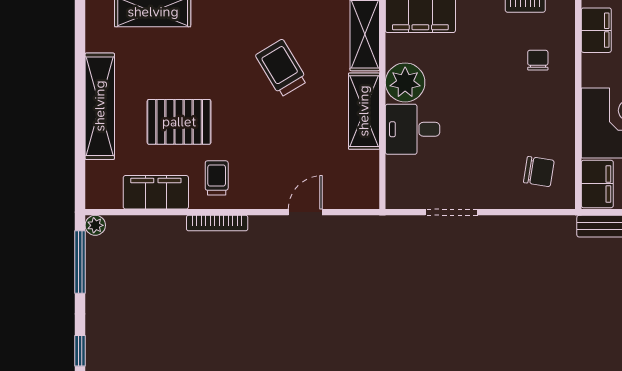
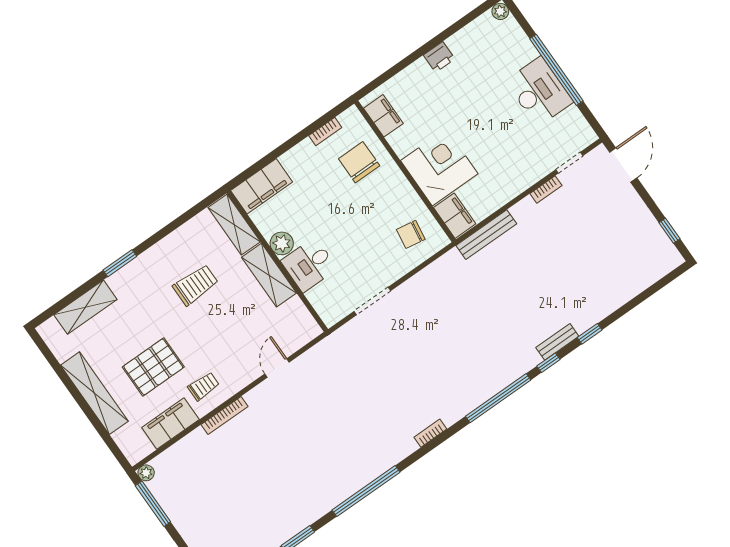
chair: (538, 60) -> (359, 162), width x1.87, depth x1.87
trolley: (281, 68) -> (195, 285), turned 121
plant: (405, 82) -> (282, 243), width x0.73, depth x0.73
chair: (539, 172) -> (411, 234), turned 180
trolley: (217, 178) -> (204, 386), turned 90

